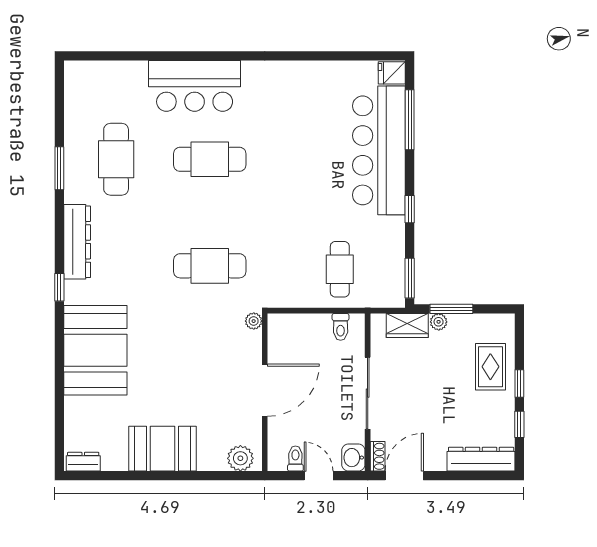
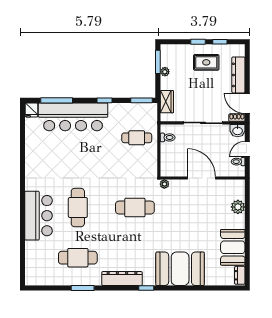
cafe table: (210, 266) -> (135, 208), turned 90
window: (451, 309) -> (158, 62), moved
plant: (439, 322) -> (165, 72), moved
rug: (490, 367) -> (206, 62), moved
booth: (163, 449) -> (233, 247), moved
plant: (240, 458) -> (238, 207), moved
dresser: (481, 459) -> (238, 75), moved

